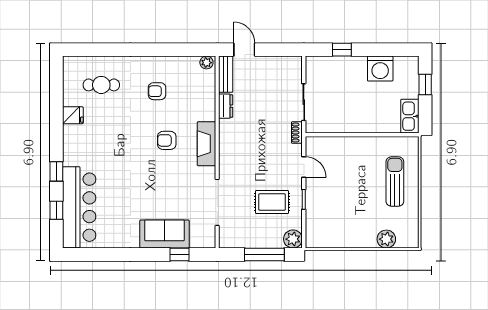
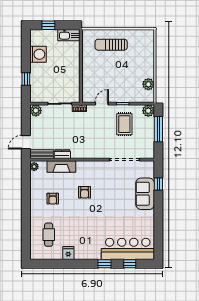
plant: (293, 65) -> (36, 111), added
fireplace: (206, 144) -> (61, 167), moved
plant: (386, 239) -> (148, 84), moved

